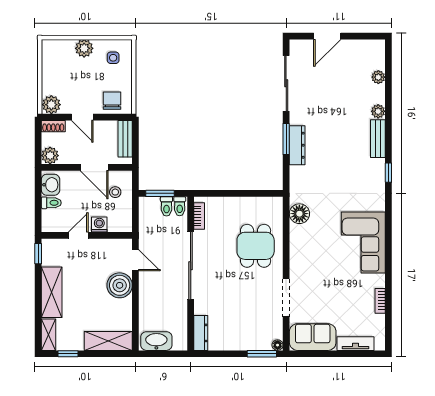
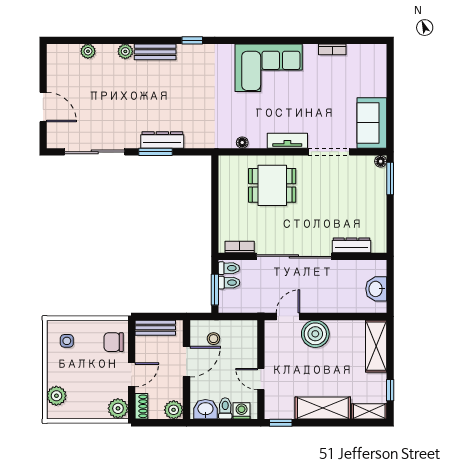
plant: (84, 48) -> (56, 396), moved
floor lamp: (299, 214) -> (242, 143), width x0.53, depth x0.53
washing machine: (99, 225) -> (242, 411), moved, turned 90
dresser: (201, 333) -> (351, 245), moved
washbasin: (156, 341) -> (376, 289), width x0.72
tv unit: (355, 344) -> (287, 141), moved, turned 90

